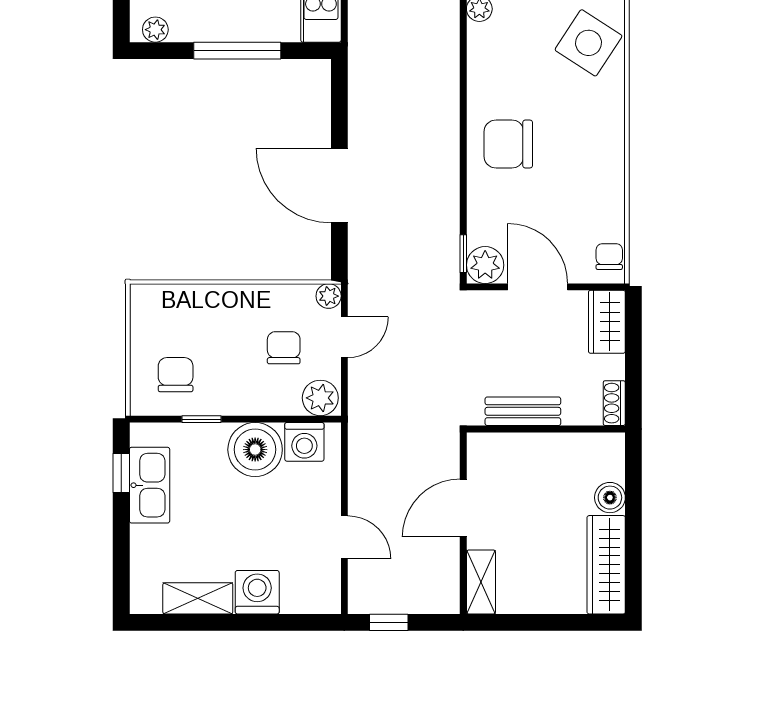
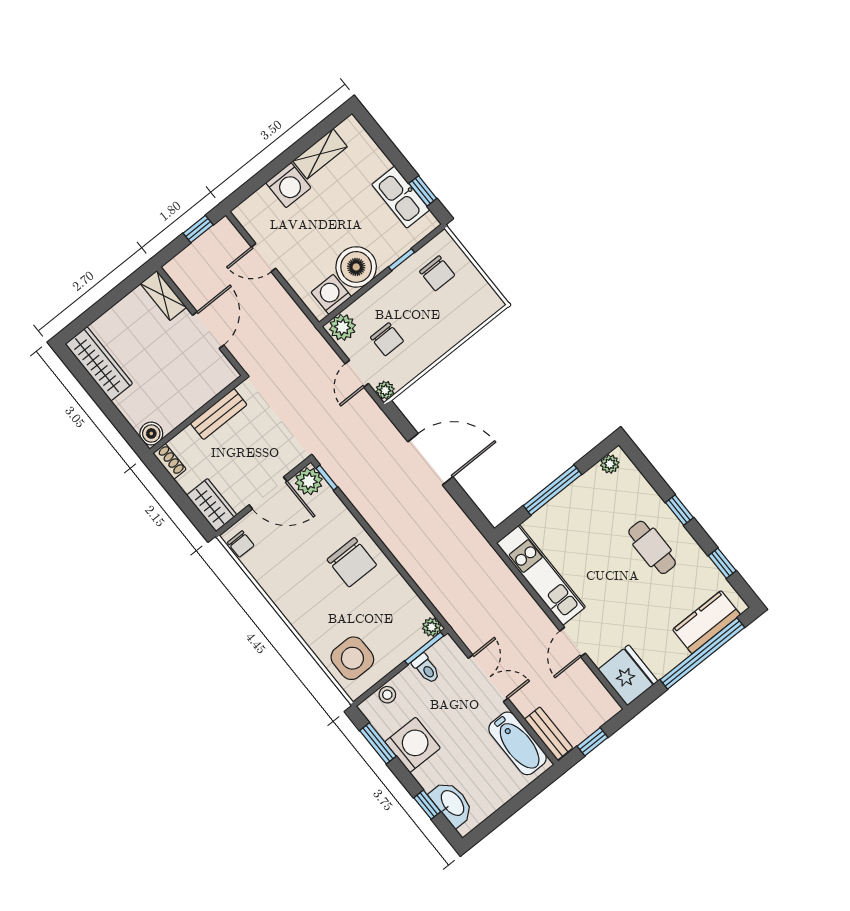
side table: (589, 43) -> (352, 658), turned -33
chair: (508, 144) -> (352, 562), turned 90
boiler: (610, 498) -> (151, 434), moved

